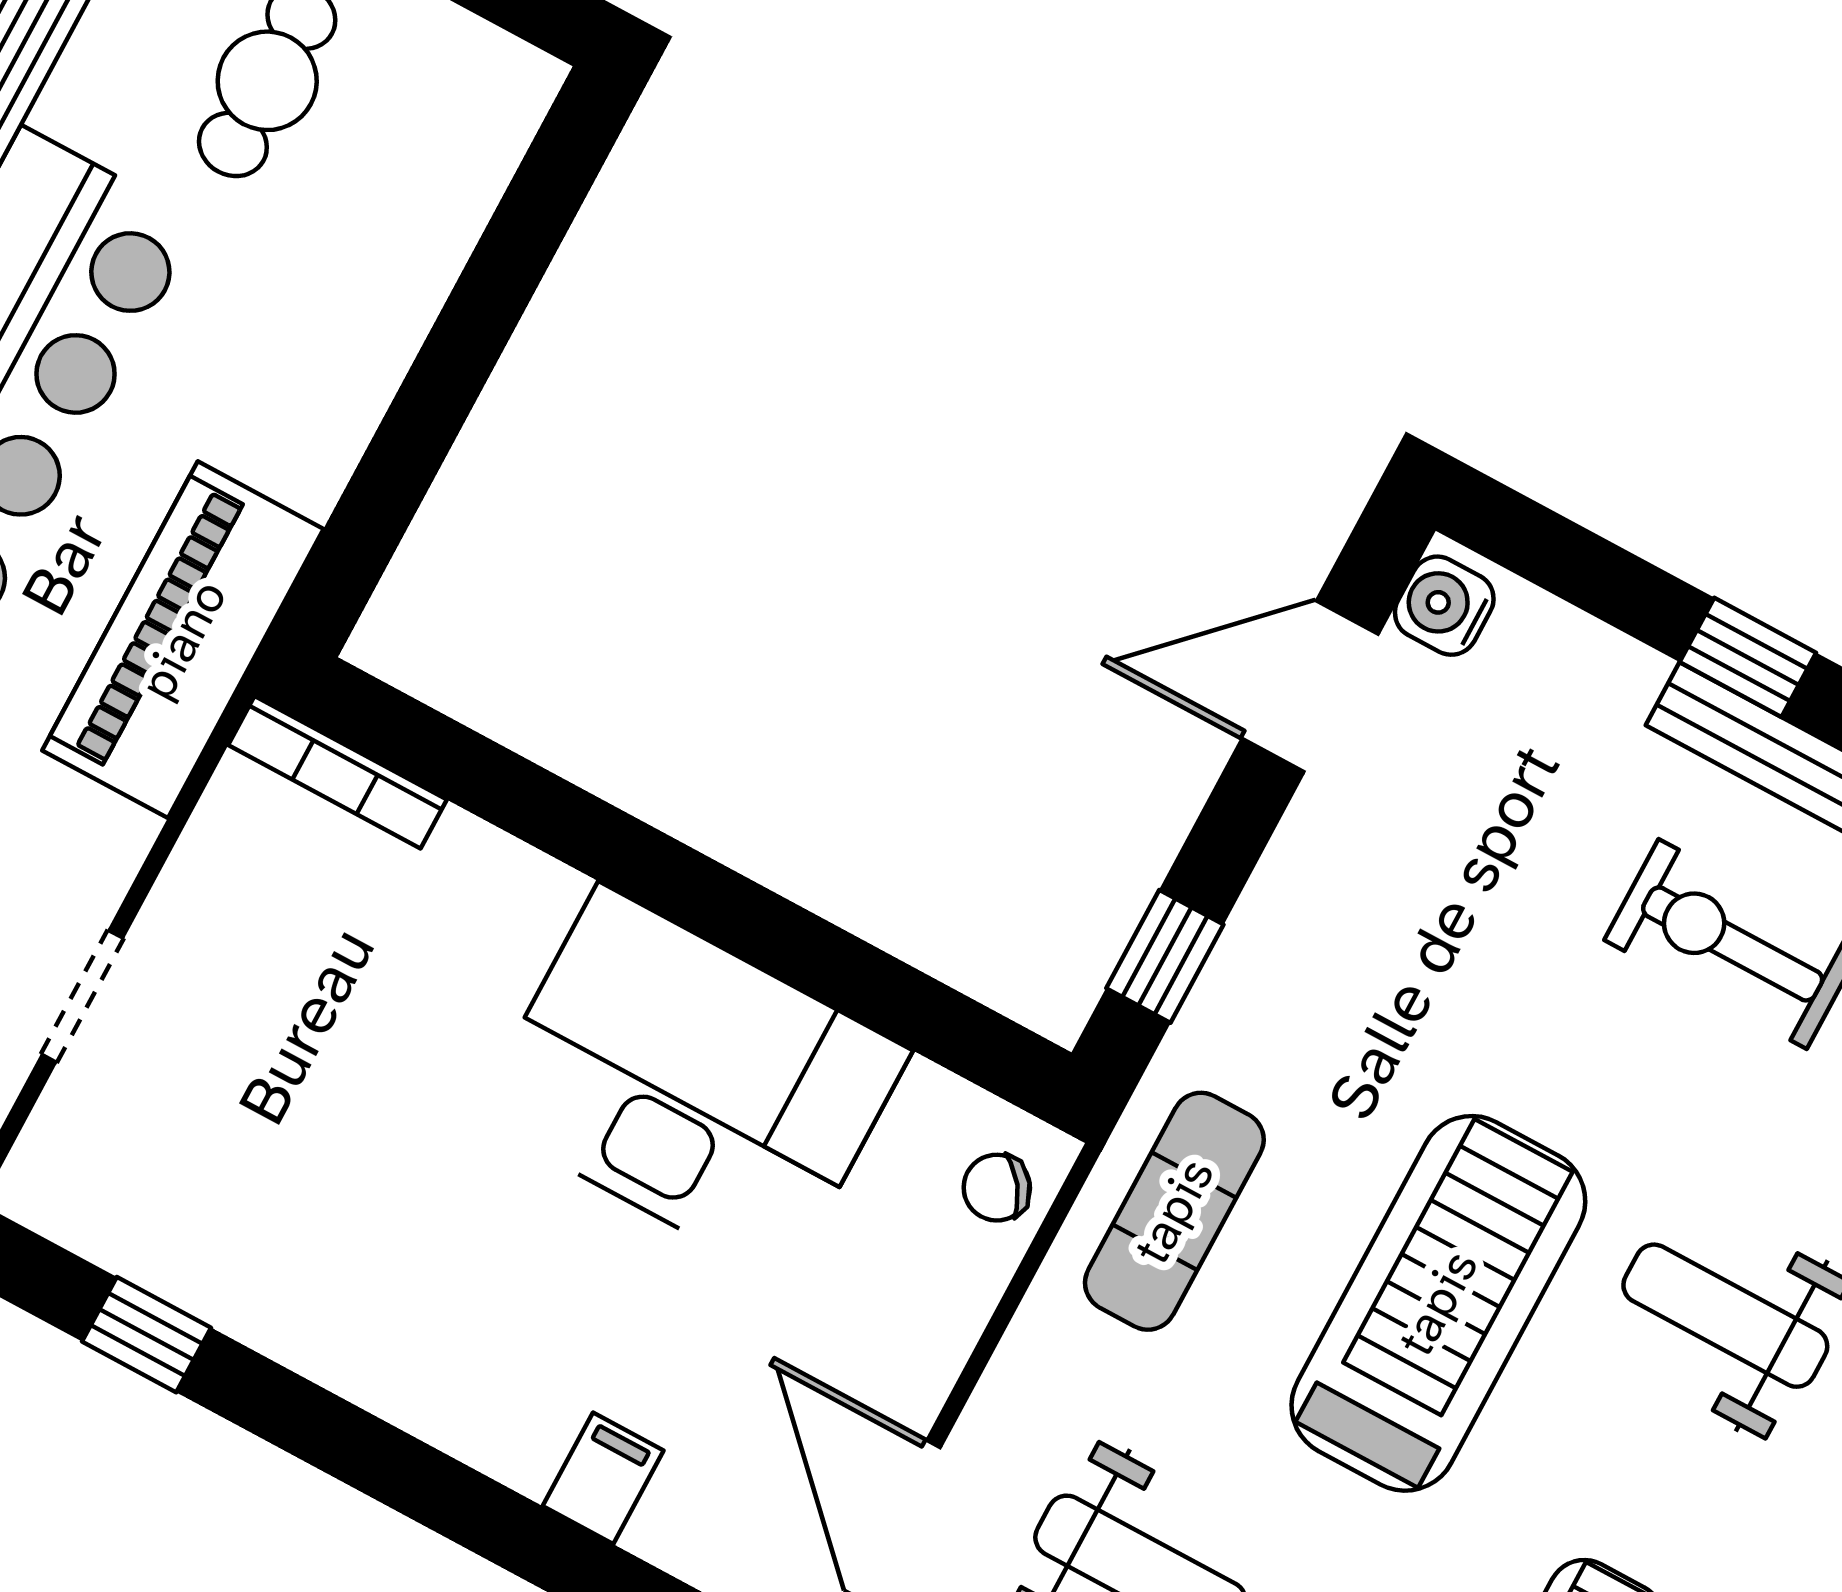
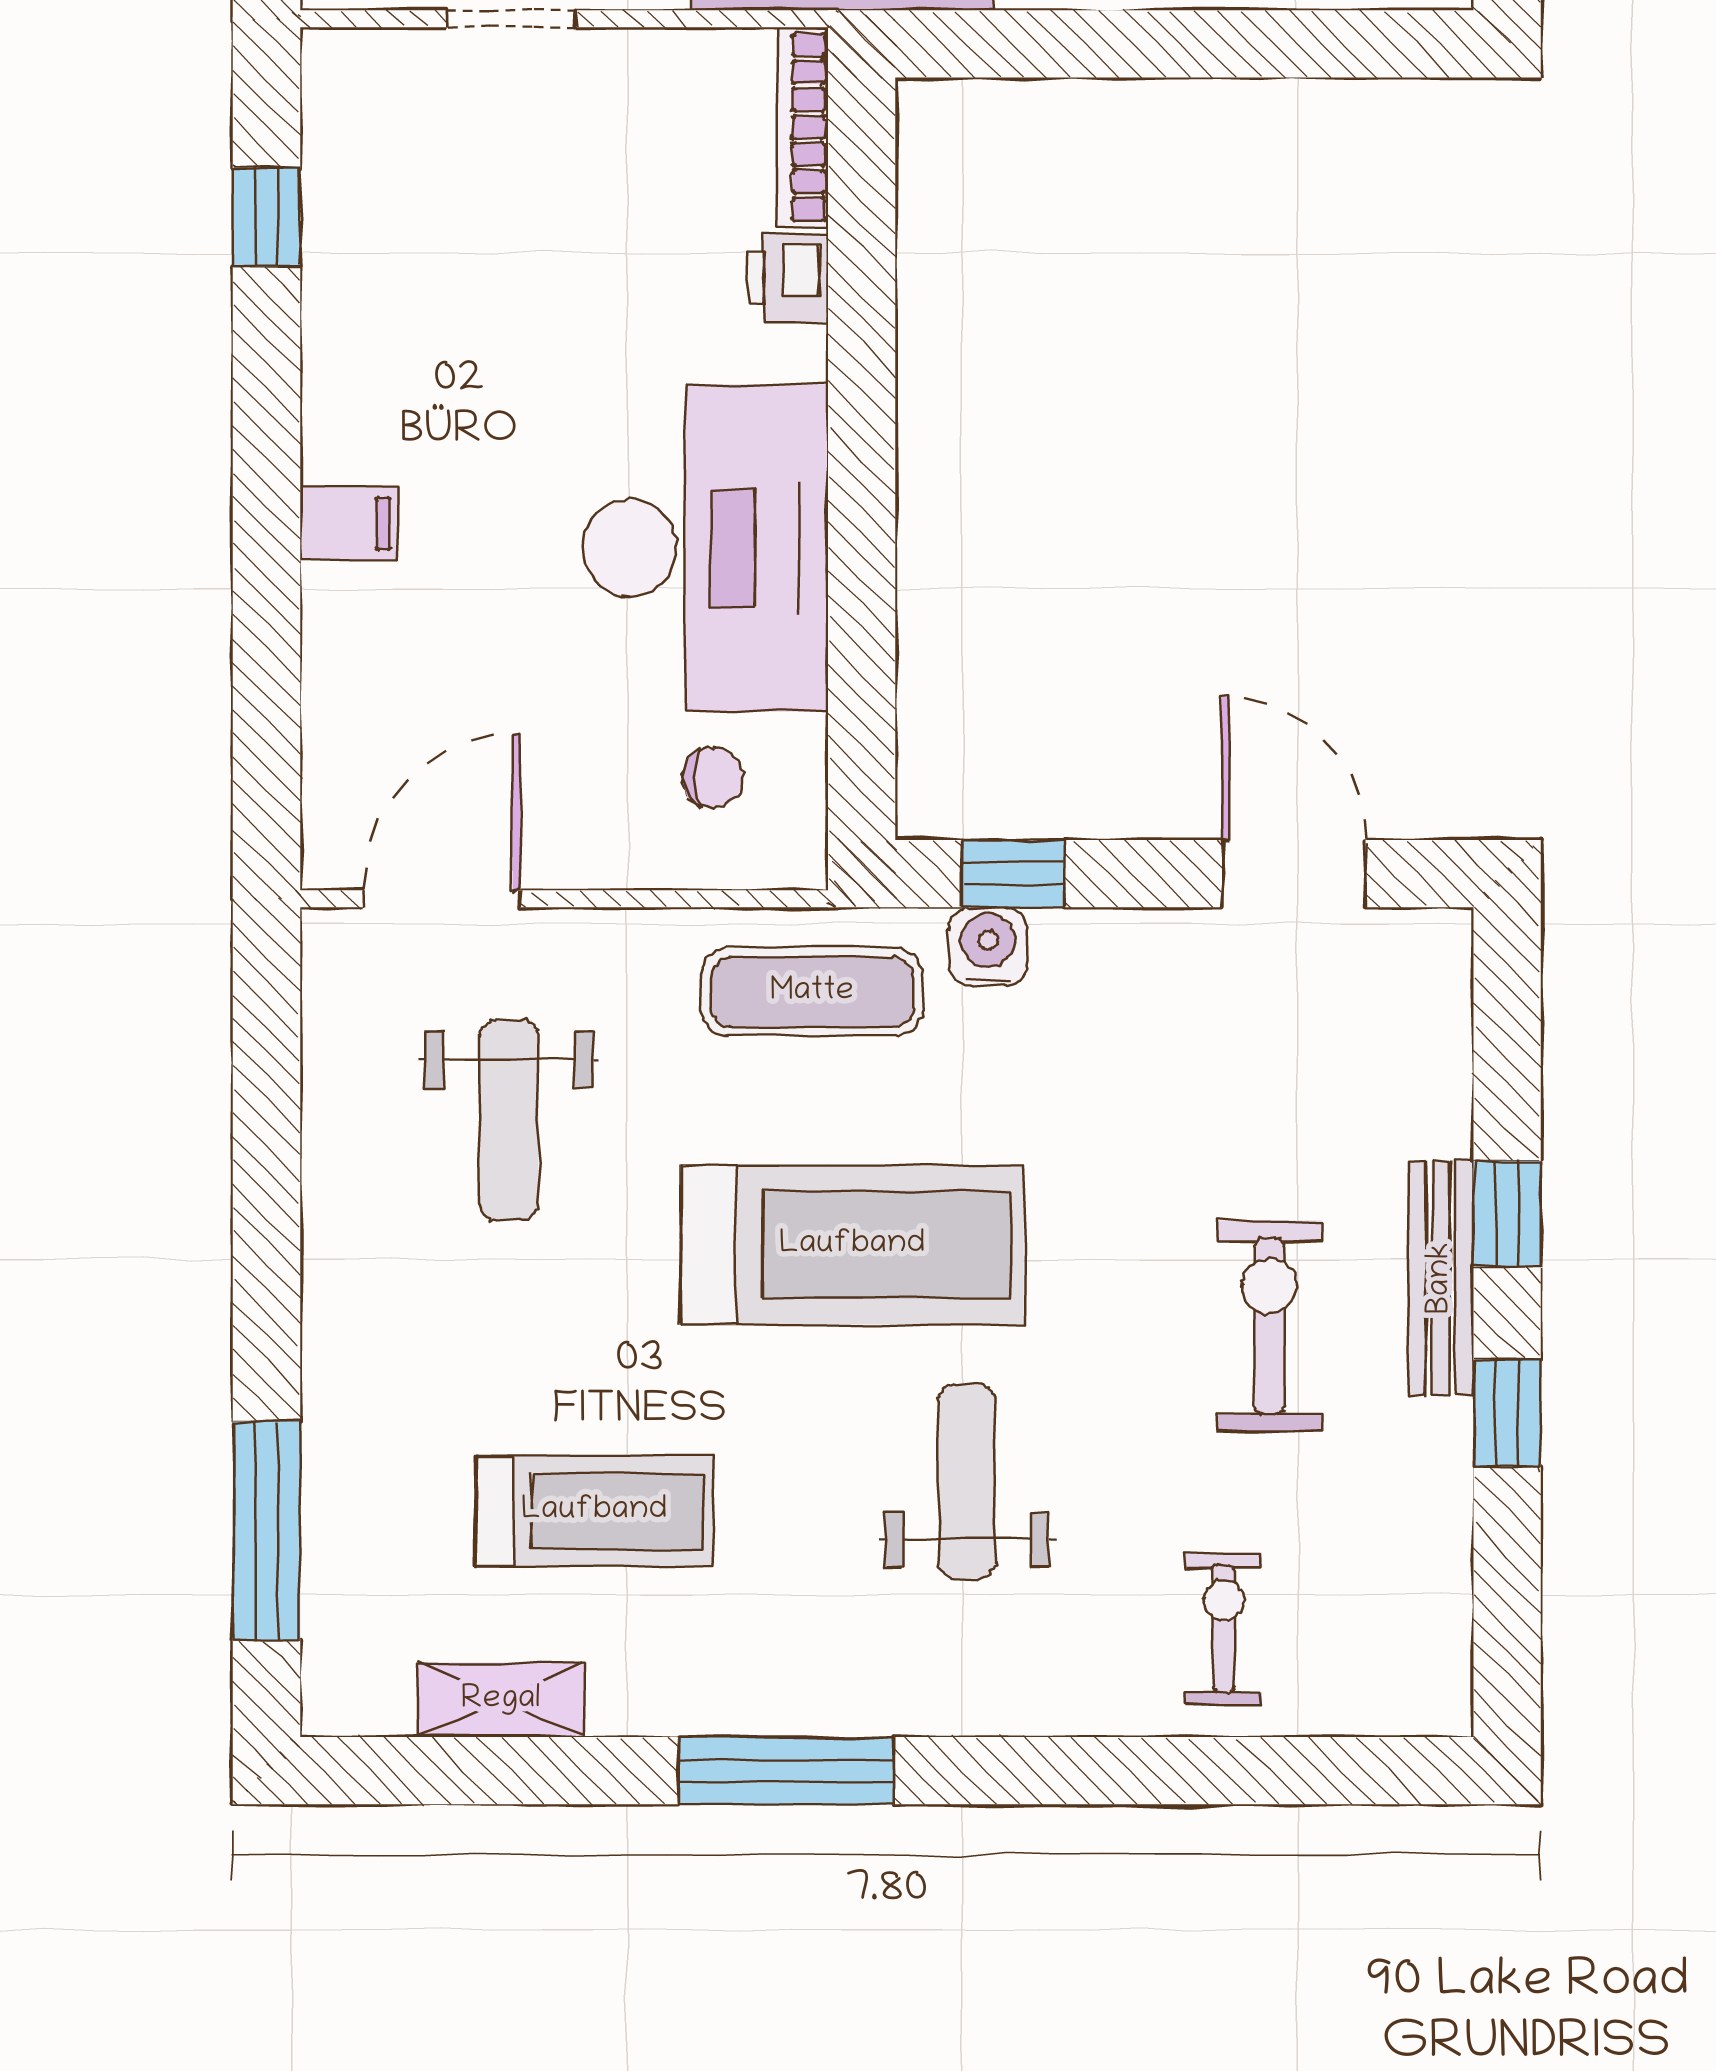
water cooler: (1444, 606) -> (988, 947), moved
printer: (475, 864) -> (788, 278), added
chair: (997, 1188) -> (713, 777), moved, turned 126
filing cabinet: (603, 1478) -> (349, 523), moved

